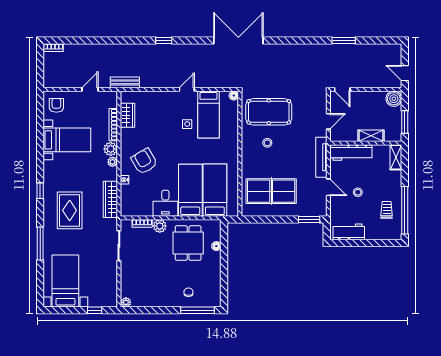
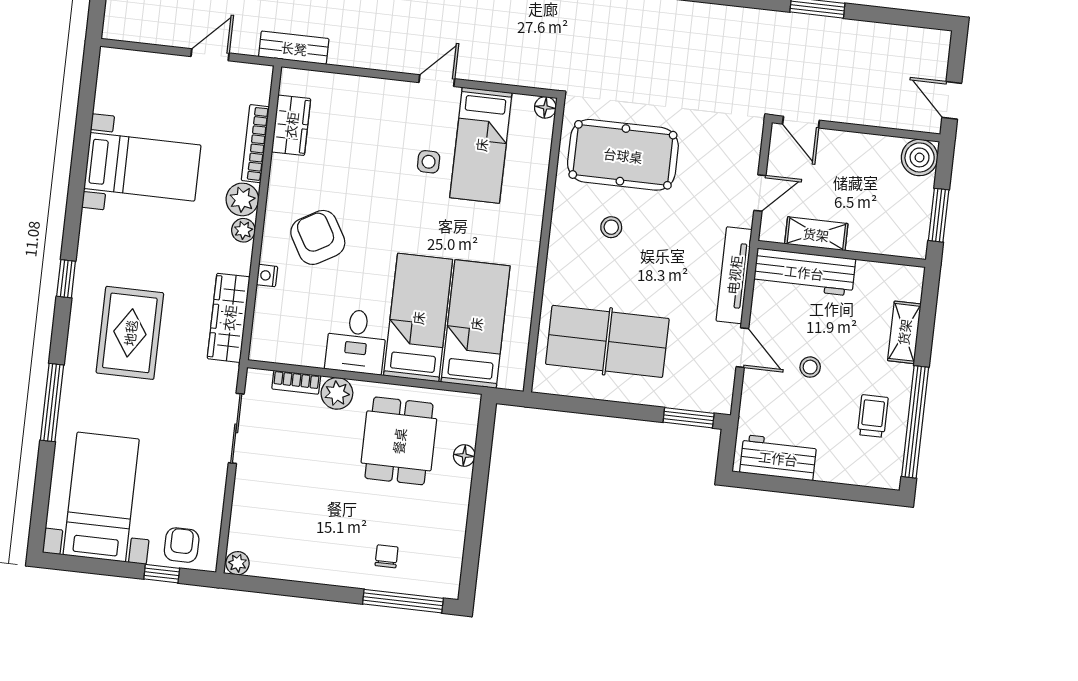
armchair: (56, 105) -> (182, 545), moved
shelving: (371, 136) -> (816, 234), moved
shelving: (396, 157) -> (904, 332), moved

